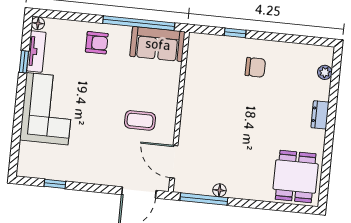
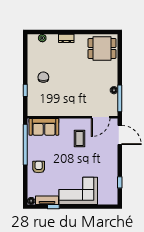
sofa: (158, 44) -> (44, 127), moved, turned 90

